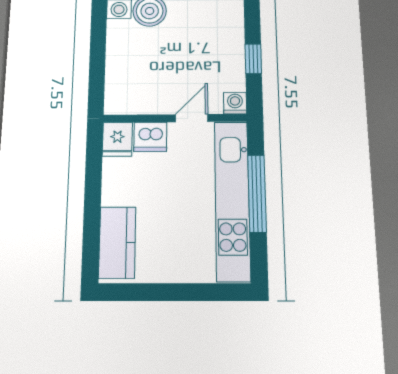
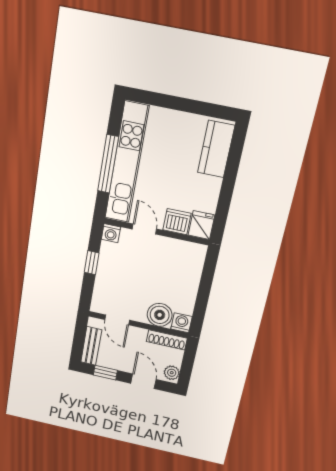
door: (192, 118) -> (144, 229), swing flipped

